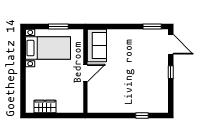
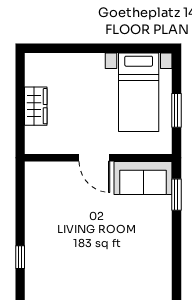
window: (152, 27) -> (176, 195), moved
wardrobe: (45, 107) -> (36, 106), moved

